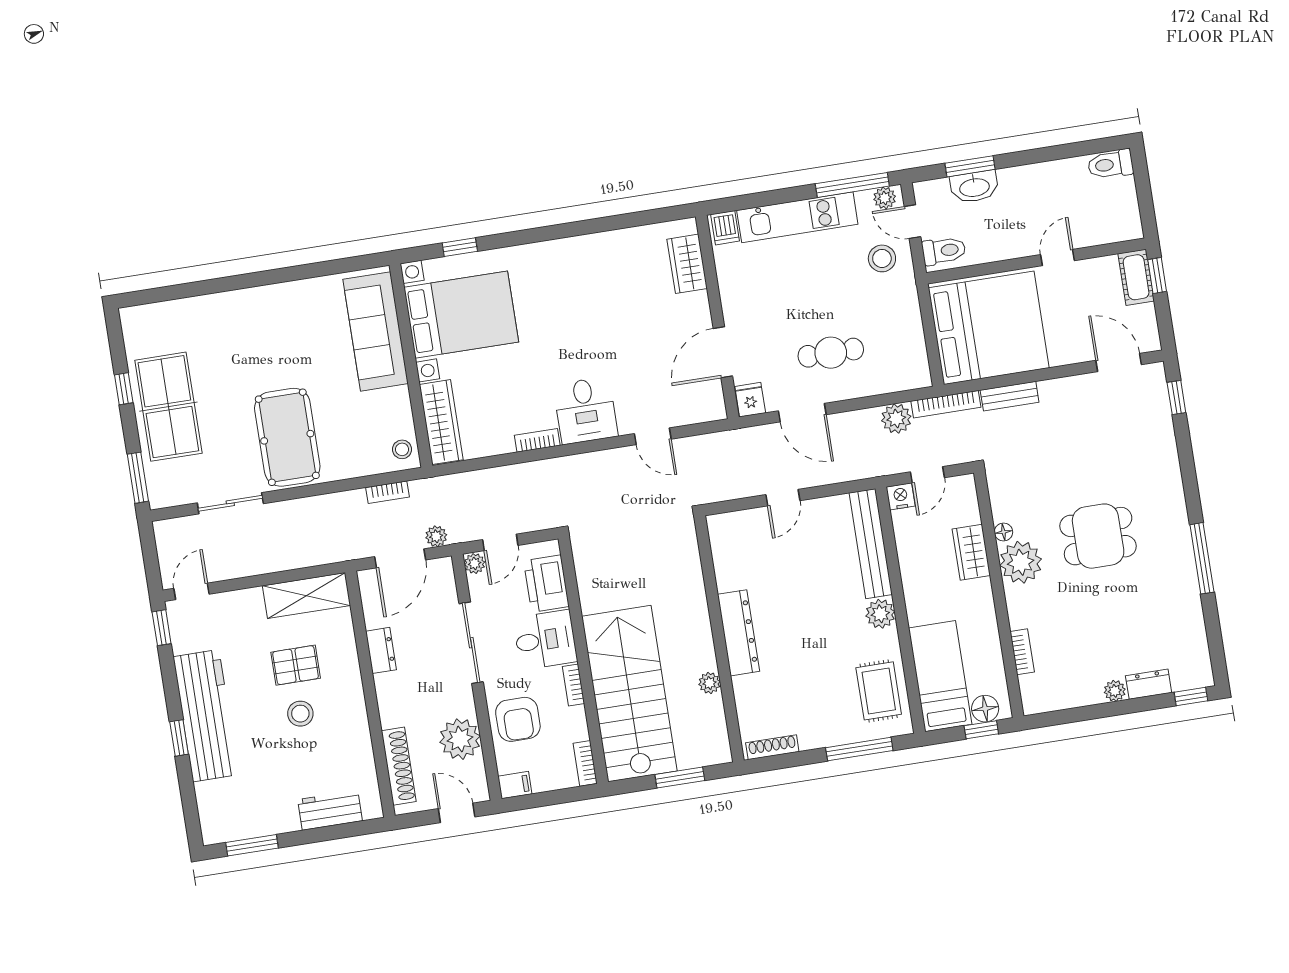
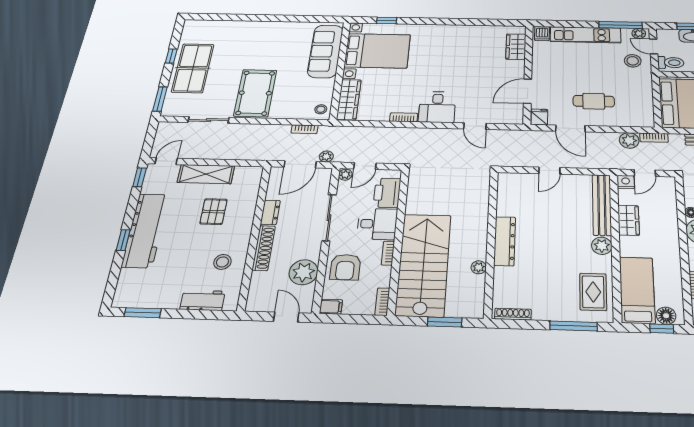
bookcase: (946, 404) -> (654, 138), width x0.64
wardrobe: (971, 552) -> (629, 220), moved, turned 180
shelving: (307, 596) -> (206, 174), moved
pallet: (296, 665) -> (213, 212), turned 90
stool: (300, 714) -> (222, 262), moved
shoe rack: (399, 766) -> (264, 248), moved

